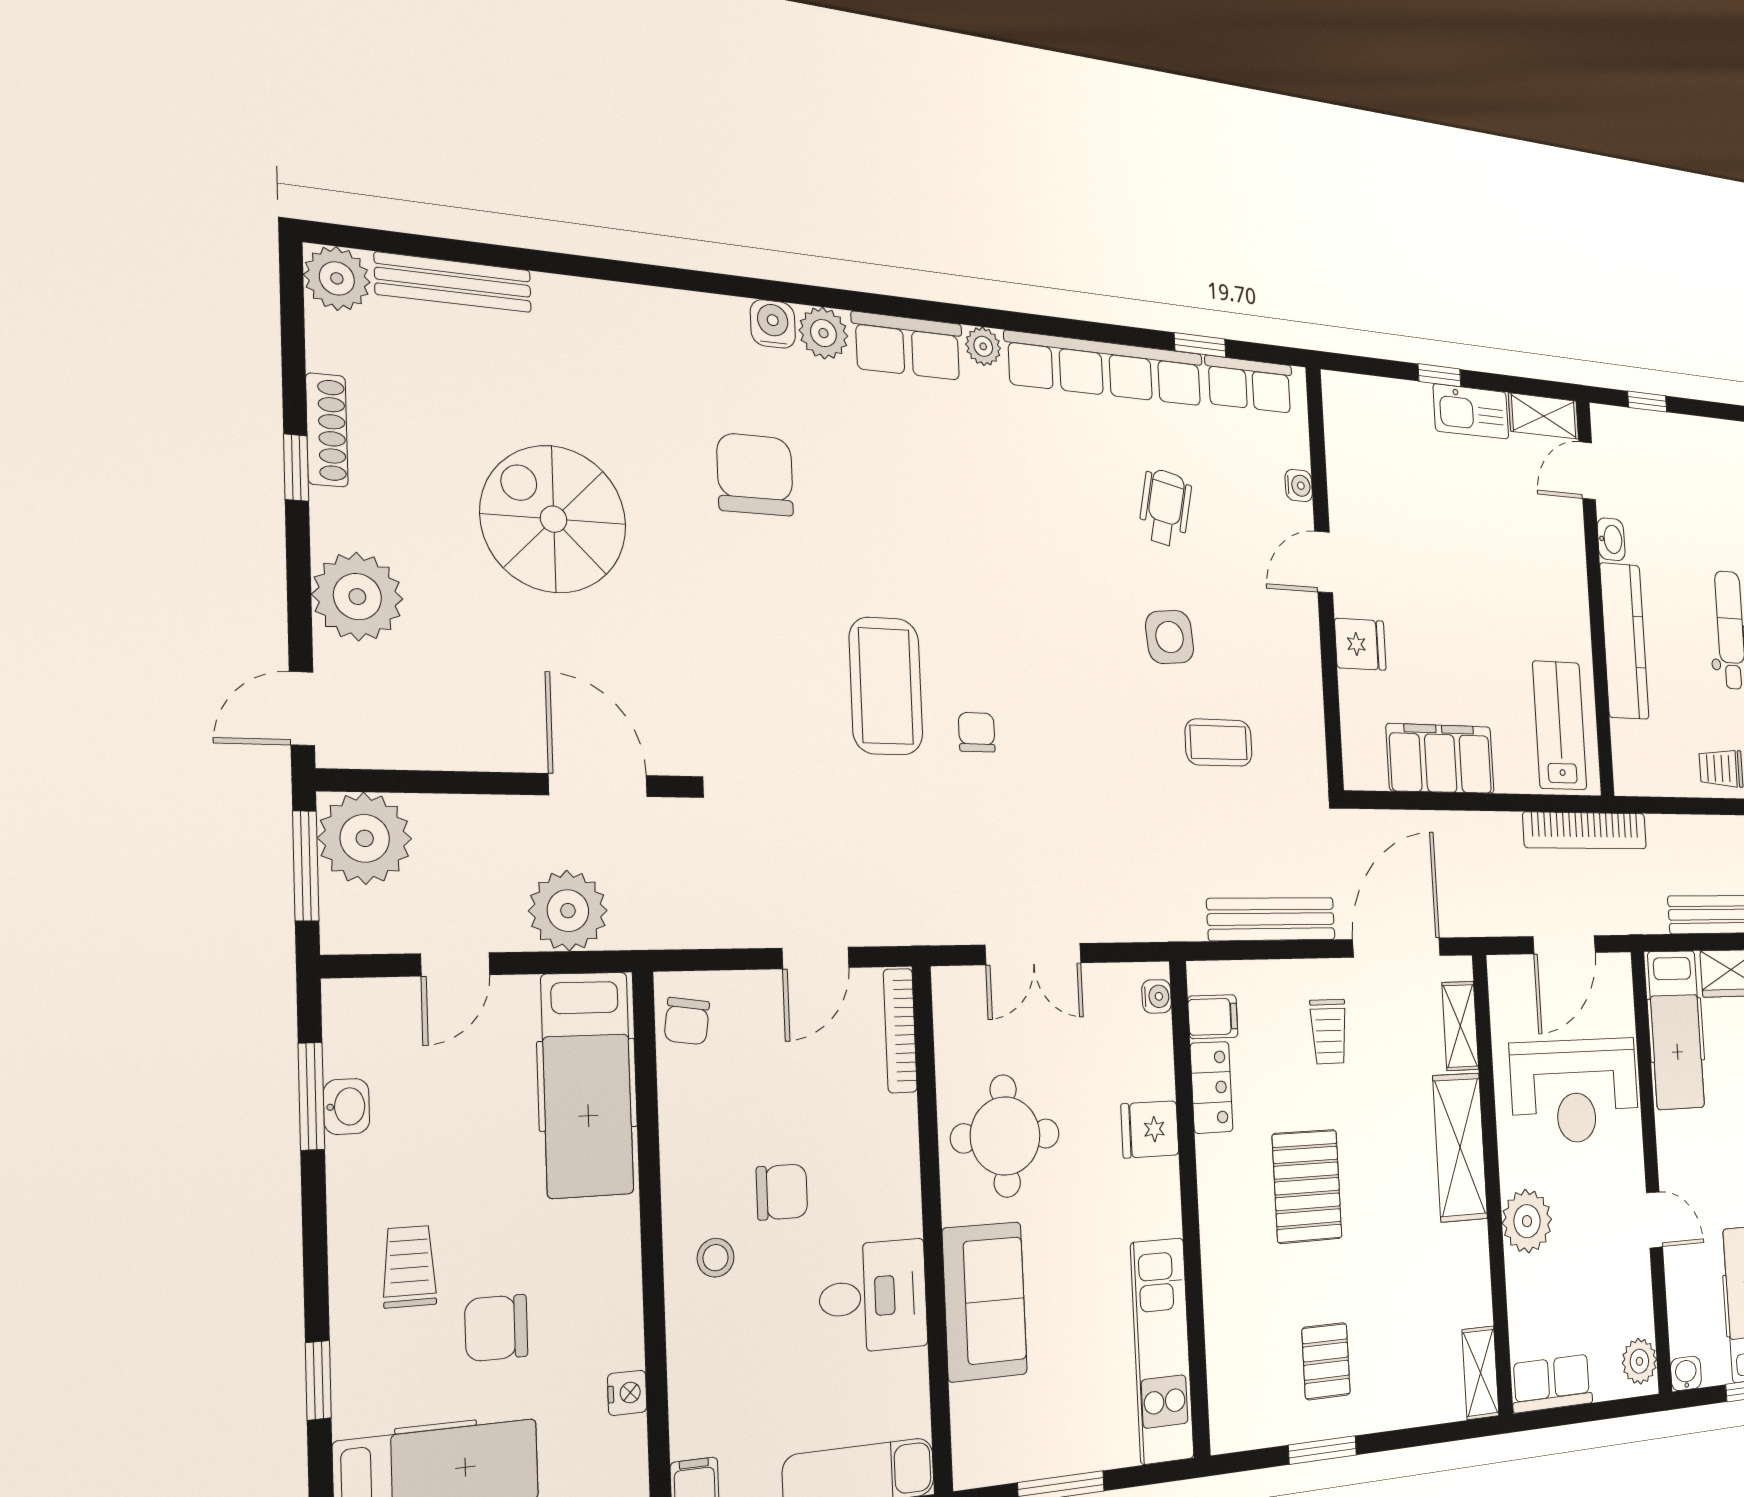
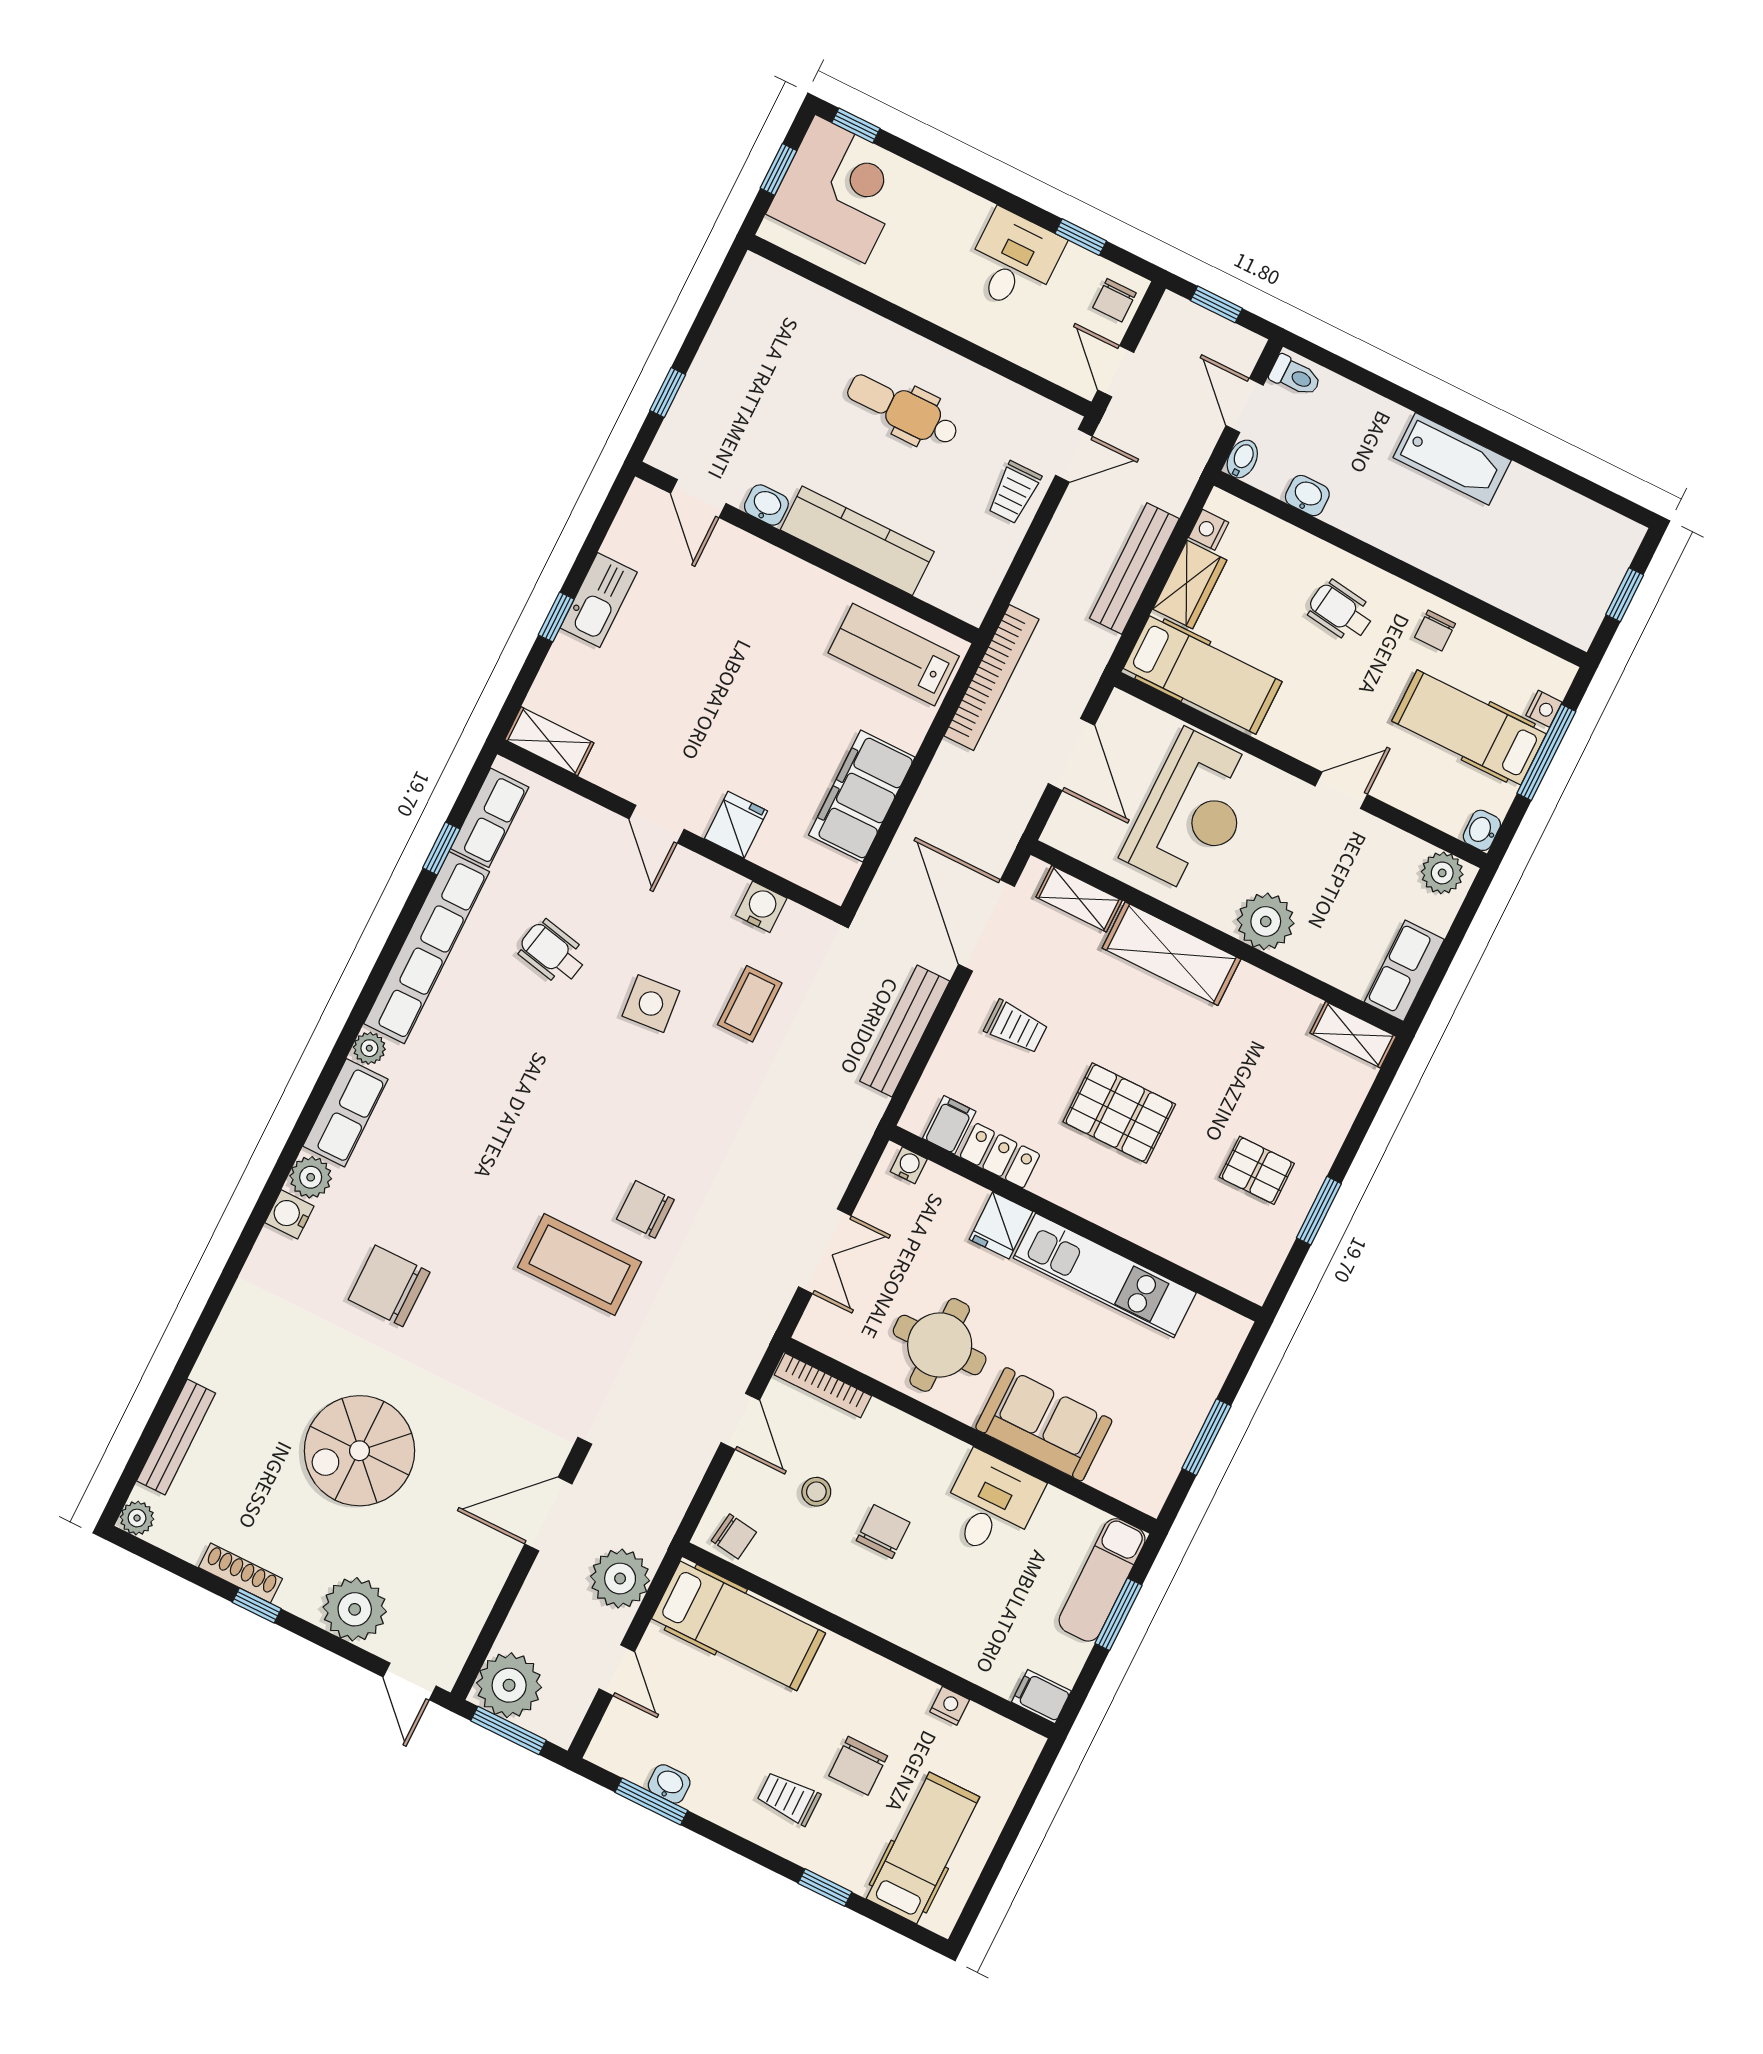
plant: (337, 278) -> (137, 1518), width x0.73, depth x0.73
shelving: (1544, 416) -> (549, 741), moved, turned 90
water cooler: (1299, 485) -> (761, 907), moved, width x1.38, depth x1.38
chair: (977, 732) -> (645, 1209), width x1.37, depth x1.37
stool: (716, 1258) -> (816, 1492), moved
kitchen unit: (1162, 1351) -> (1105, 1275), moved

